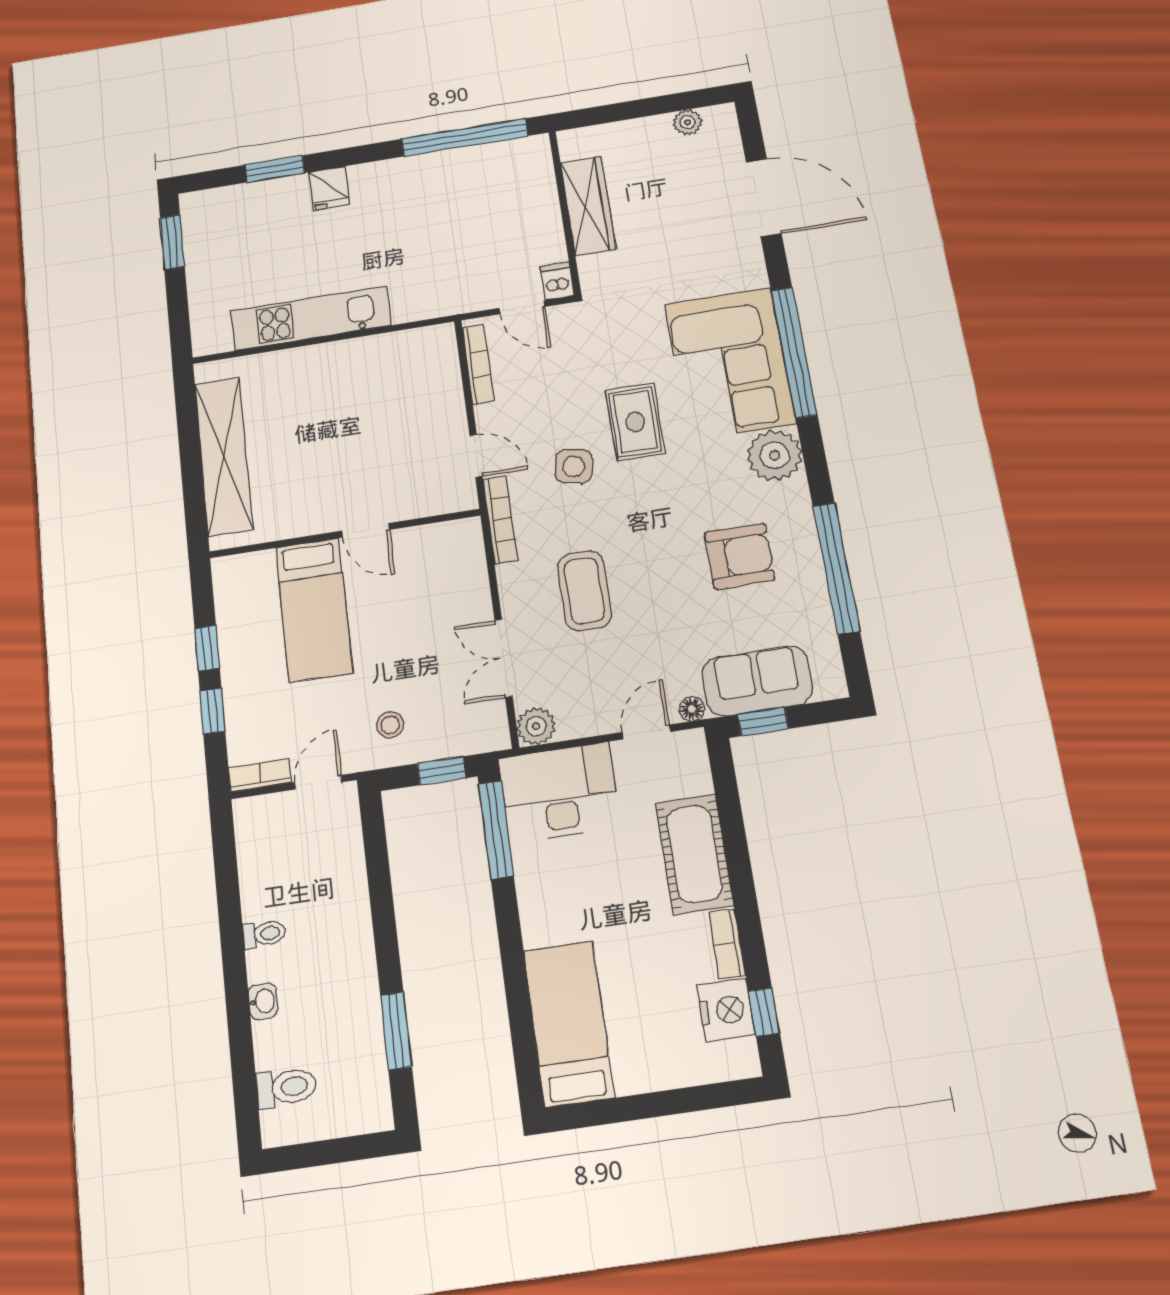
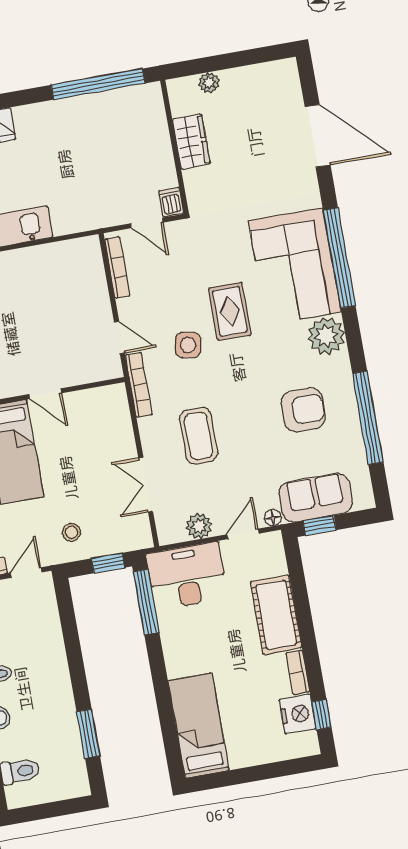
plant: (687, 122) -> (209, 83), moved
wardrobe: (588, 206) -> (191, 142), width x0.67
plant: (536, 726) -> (199, 526), moved

